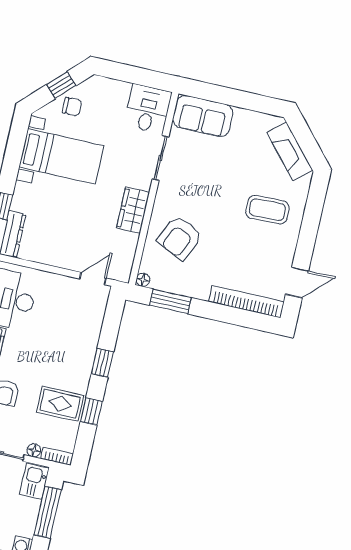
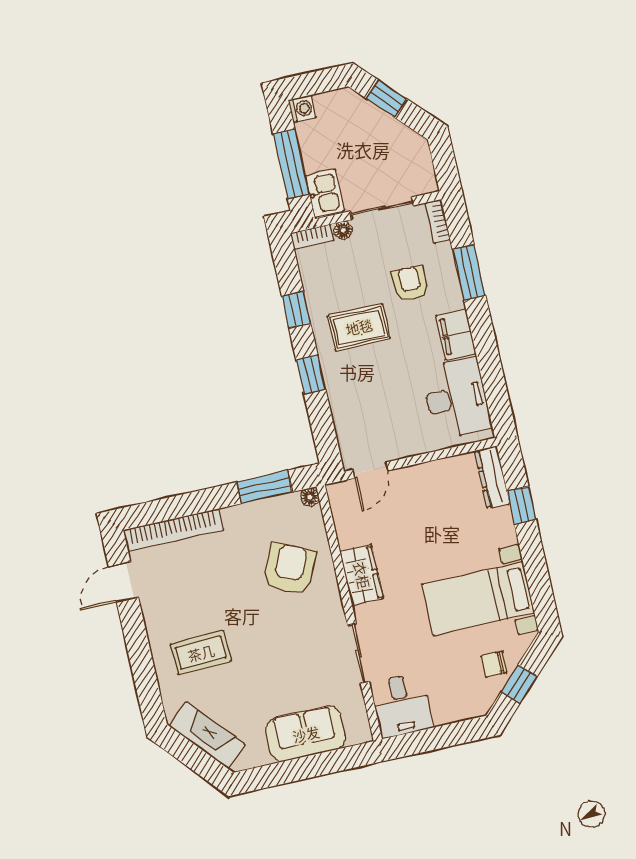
sofa: (203, 116) -> (306, 734), moved
rug: (60, 404) -> (359, 327), moved

